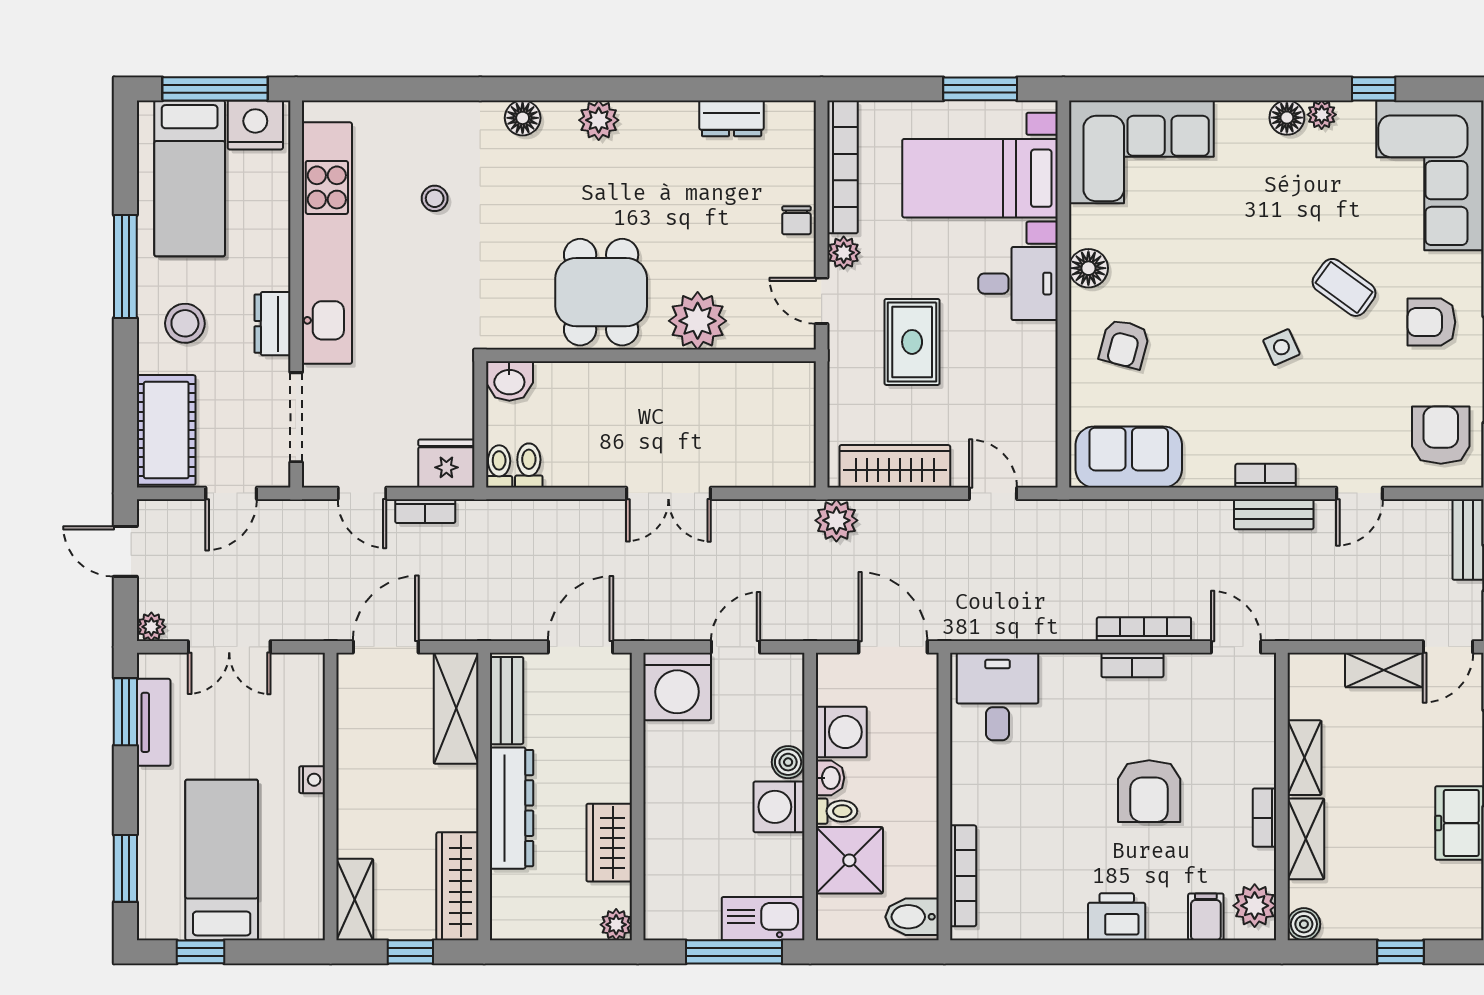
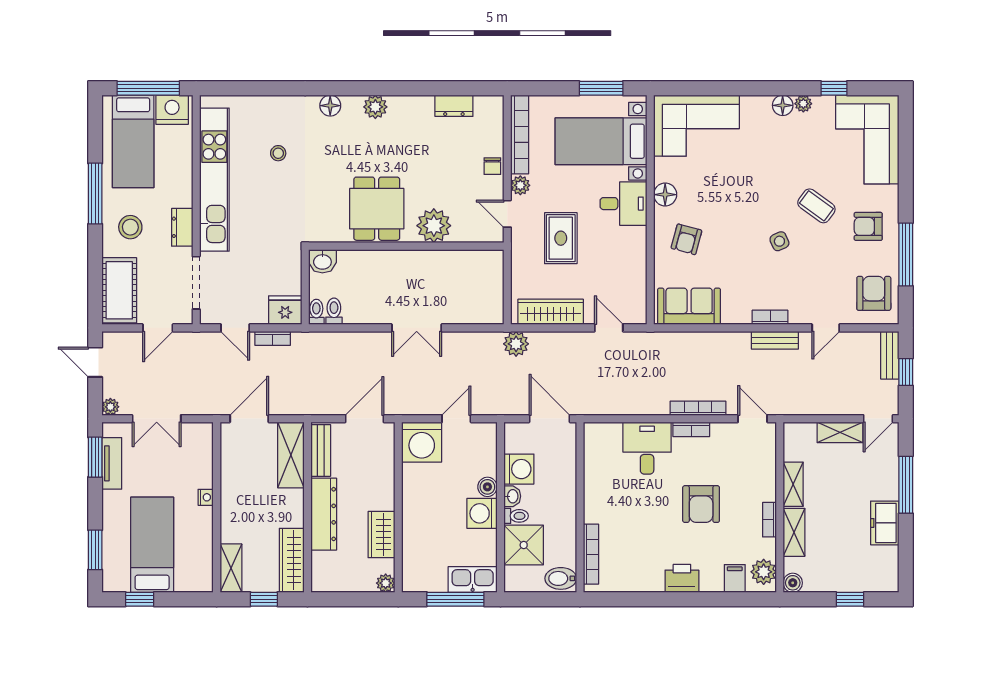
desk: (998, 697) -> (647, 448), moved

